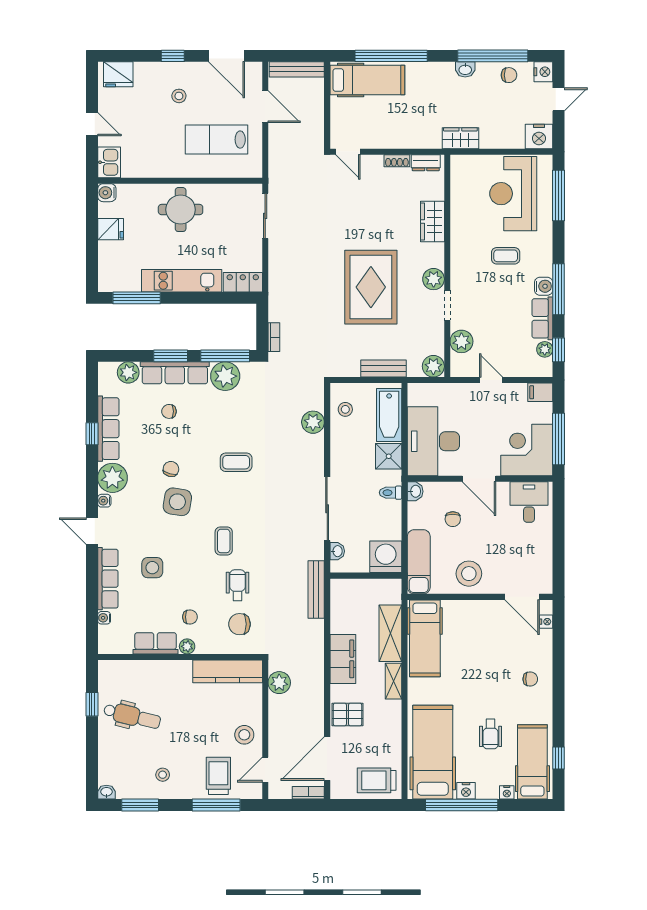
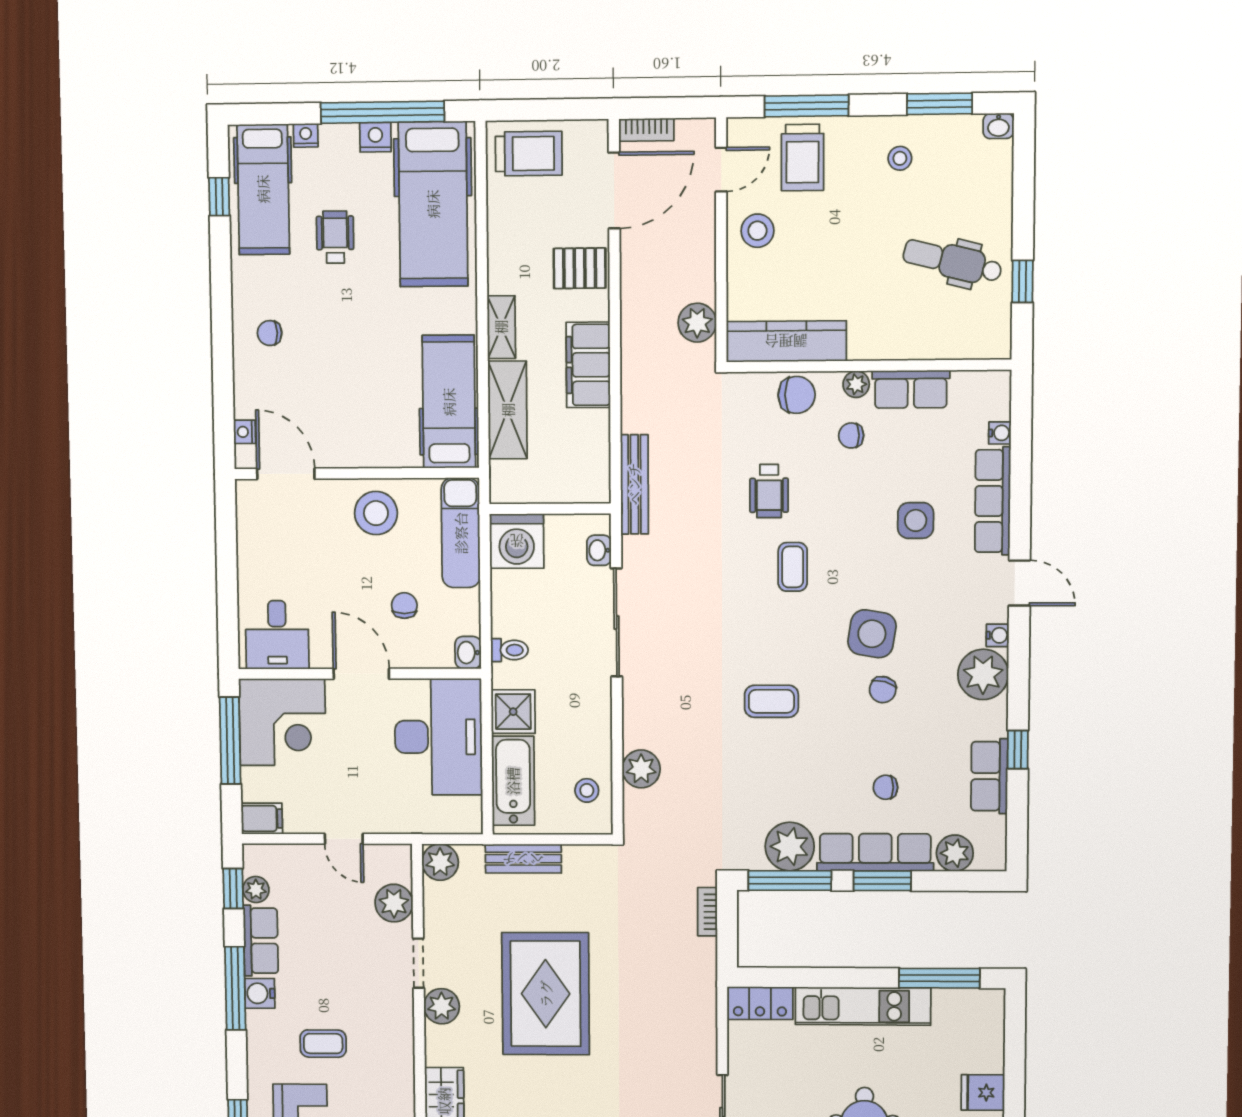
chair: (169, 411) -> (885, 787), turned 180
row of seats: (108, 429) -> (989, 776), width x0.68
chair: (239, 624) -> (797, 395), moved

